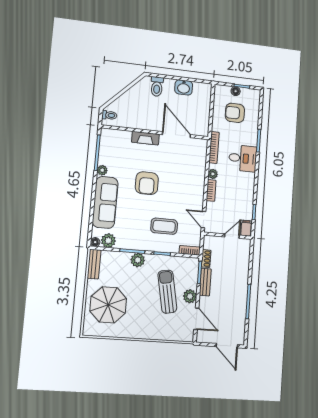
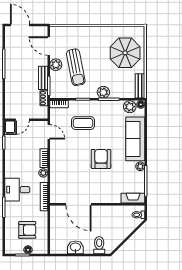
fireplace: (145, 138) -> (133, 198), moved

